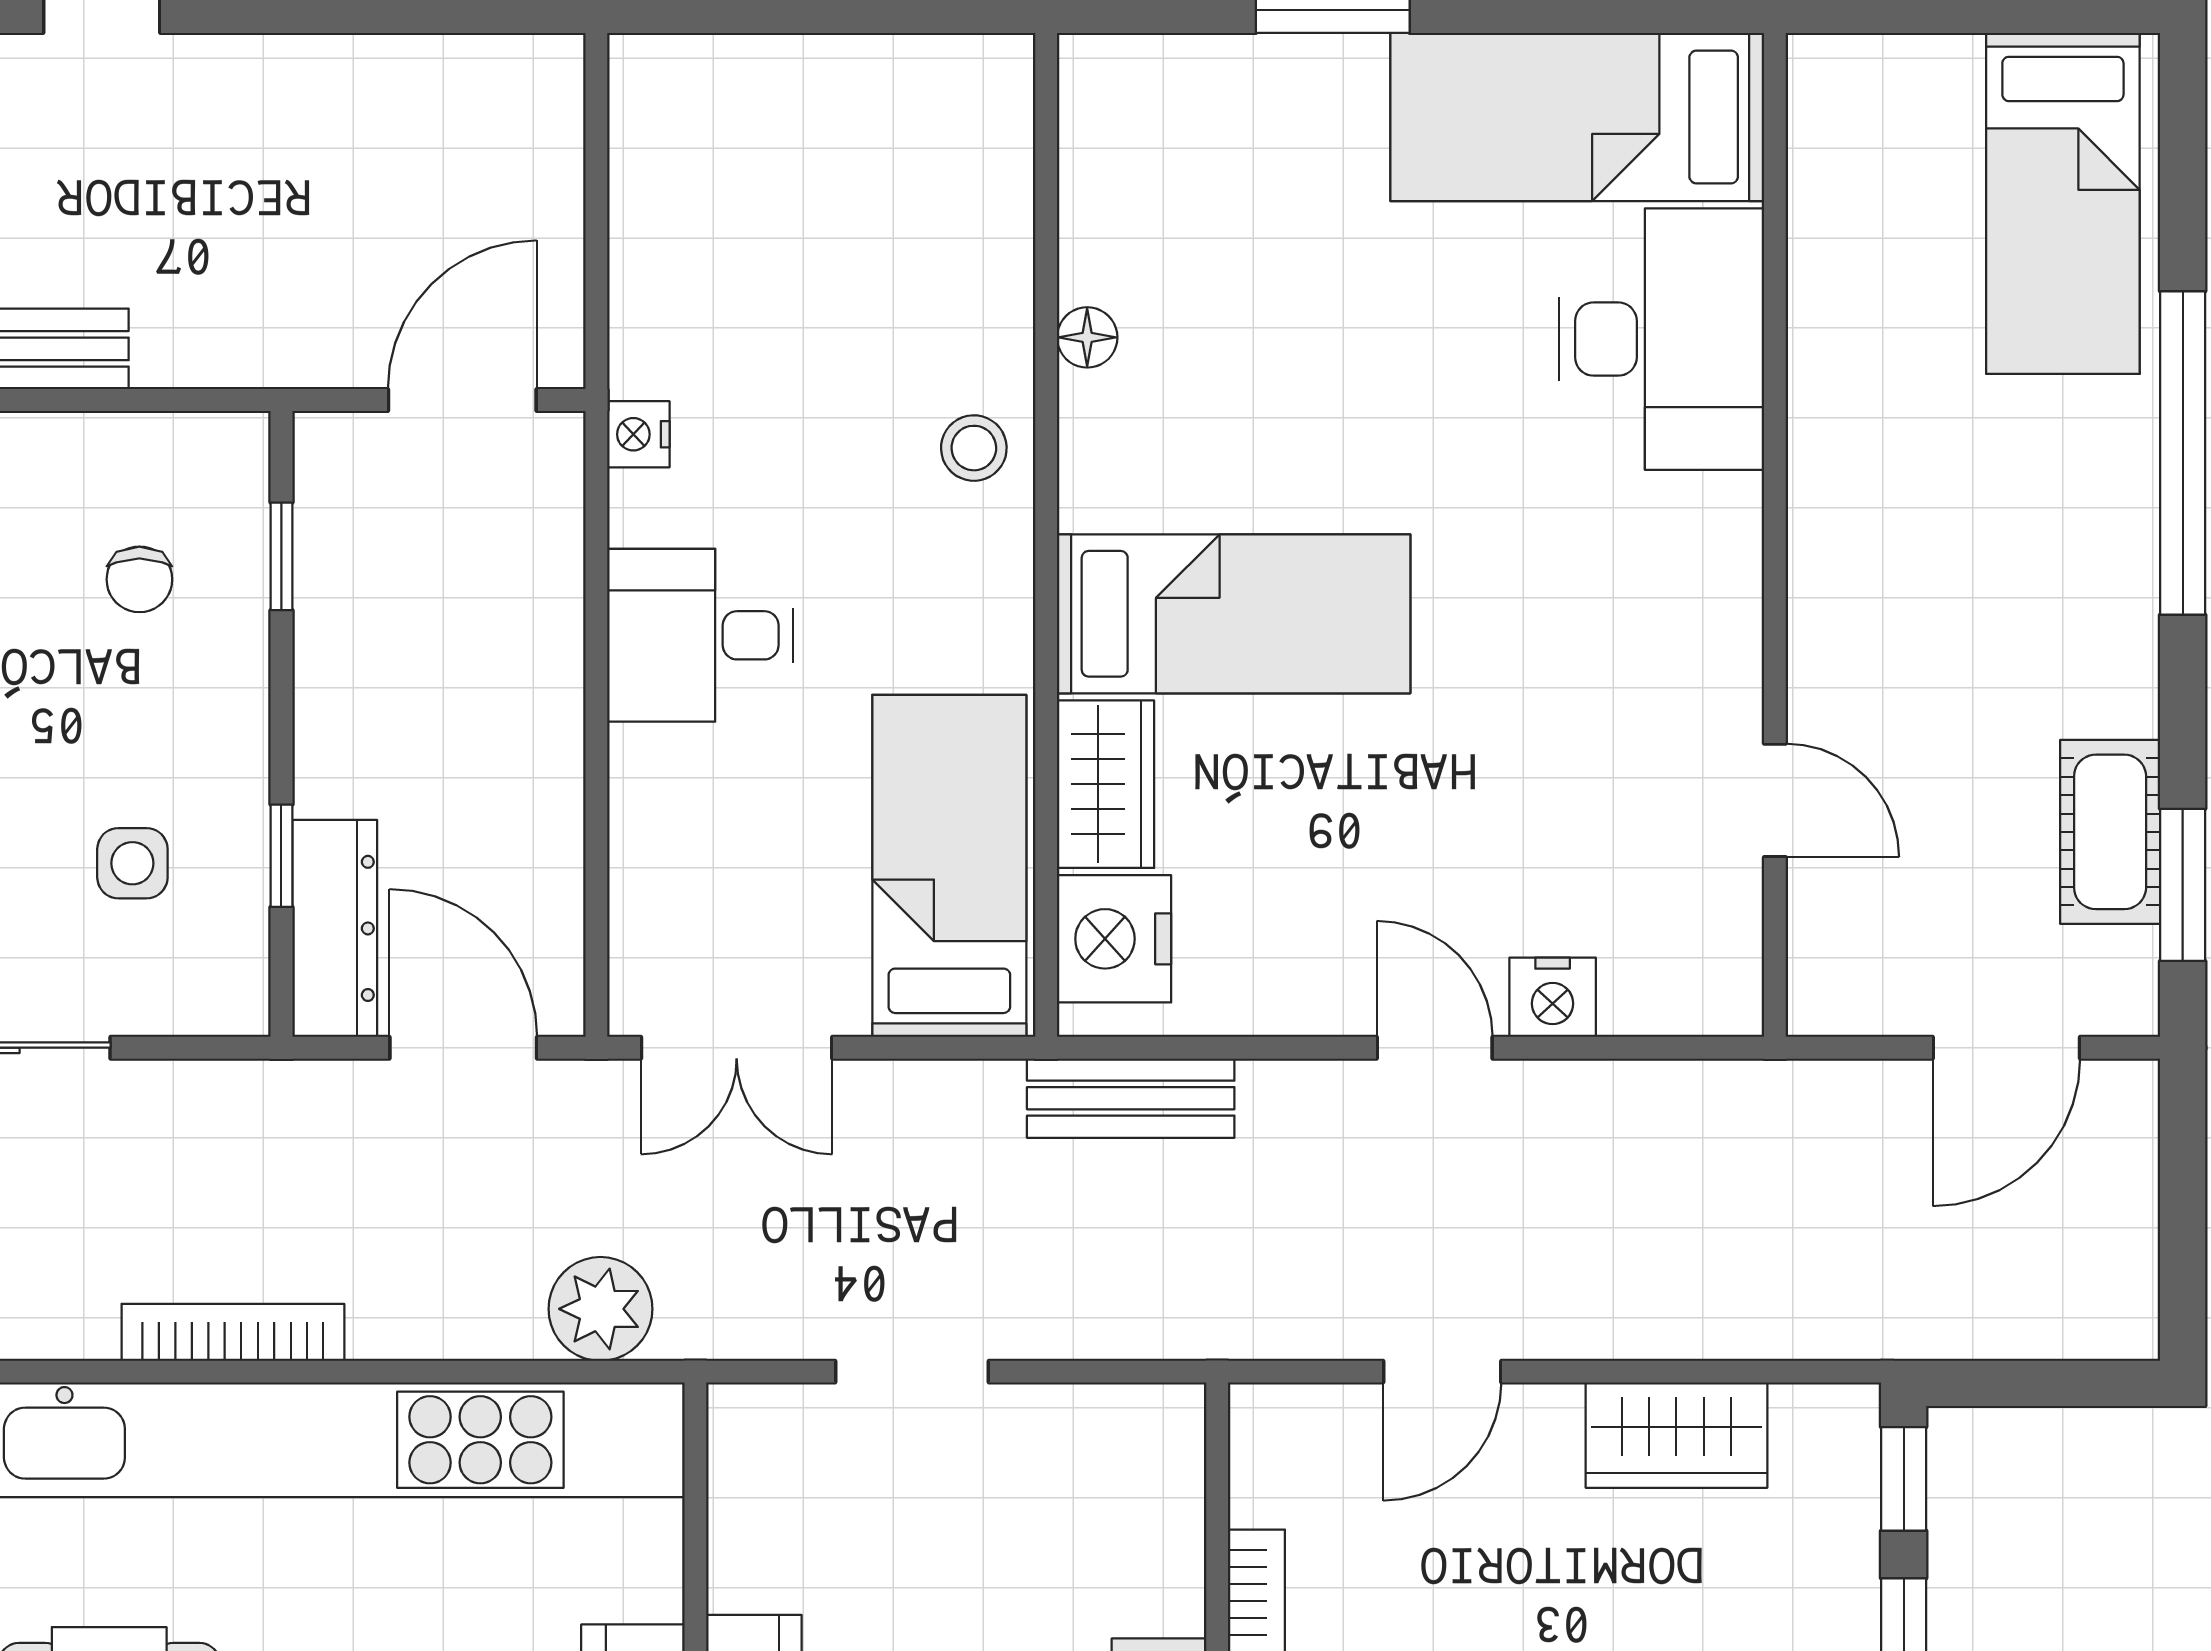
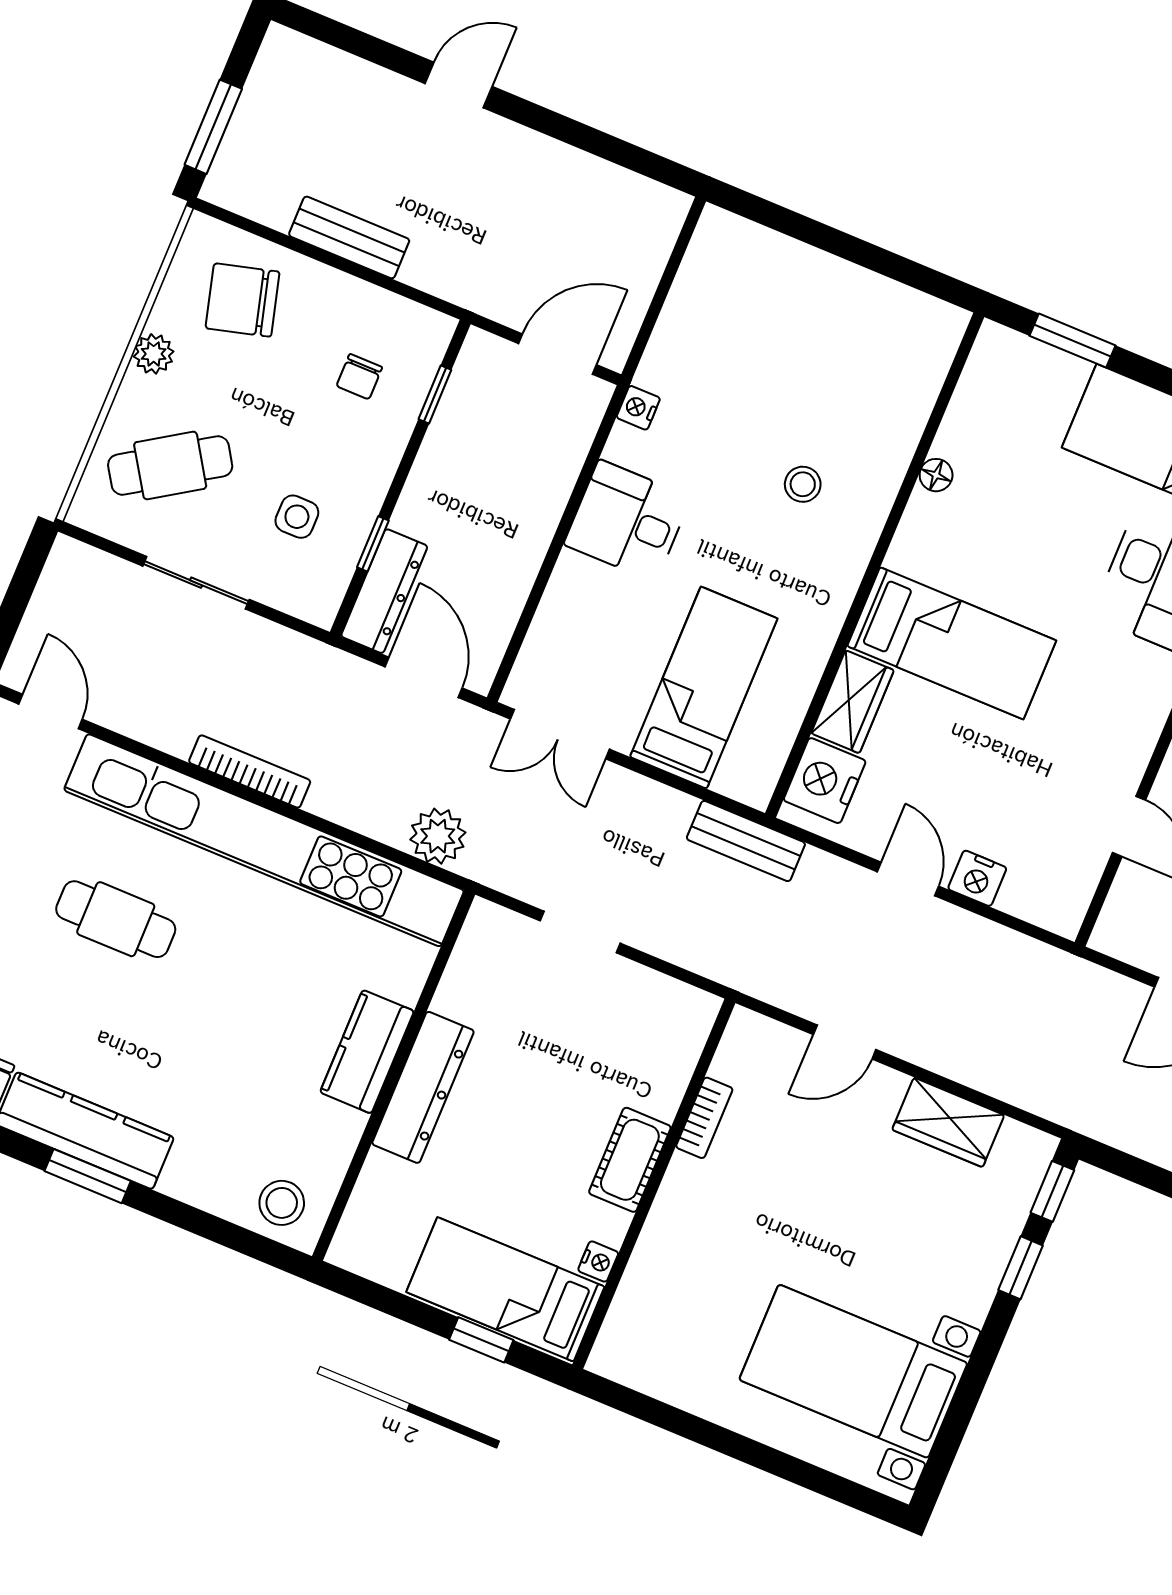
floor lamp: (1087, 337) -> (936, 475), moved
wall: (1046, 535) -> (875, 565), moved
bed: (1234, 614) -> (952, 643), moved
wardrobe: (1106, 784) -> (852, 702), moved
nightstand: (1114, 939) -> (825, 781), moved

